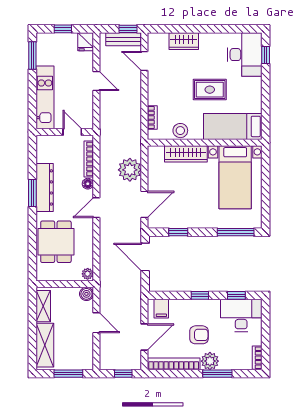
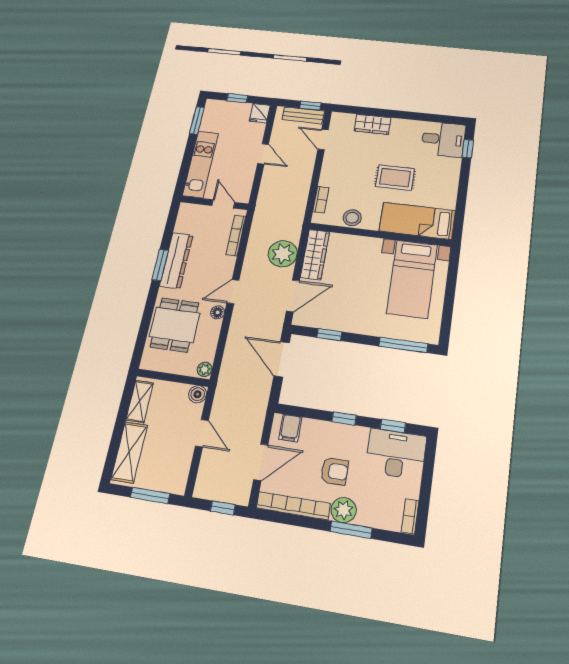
desk: (245, 55) -> (443, 139), width x0.73
wardrobe: (186, 154) -> (315, 254), moved, turned -90
floor lamp: (88, 184) -> (218, 312), moved

